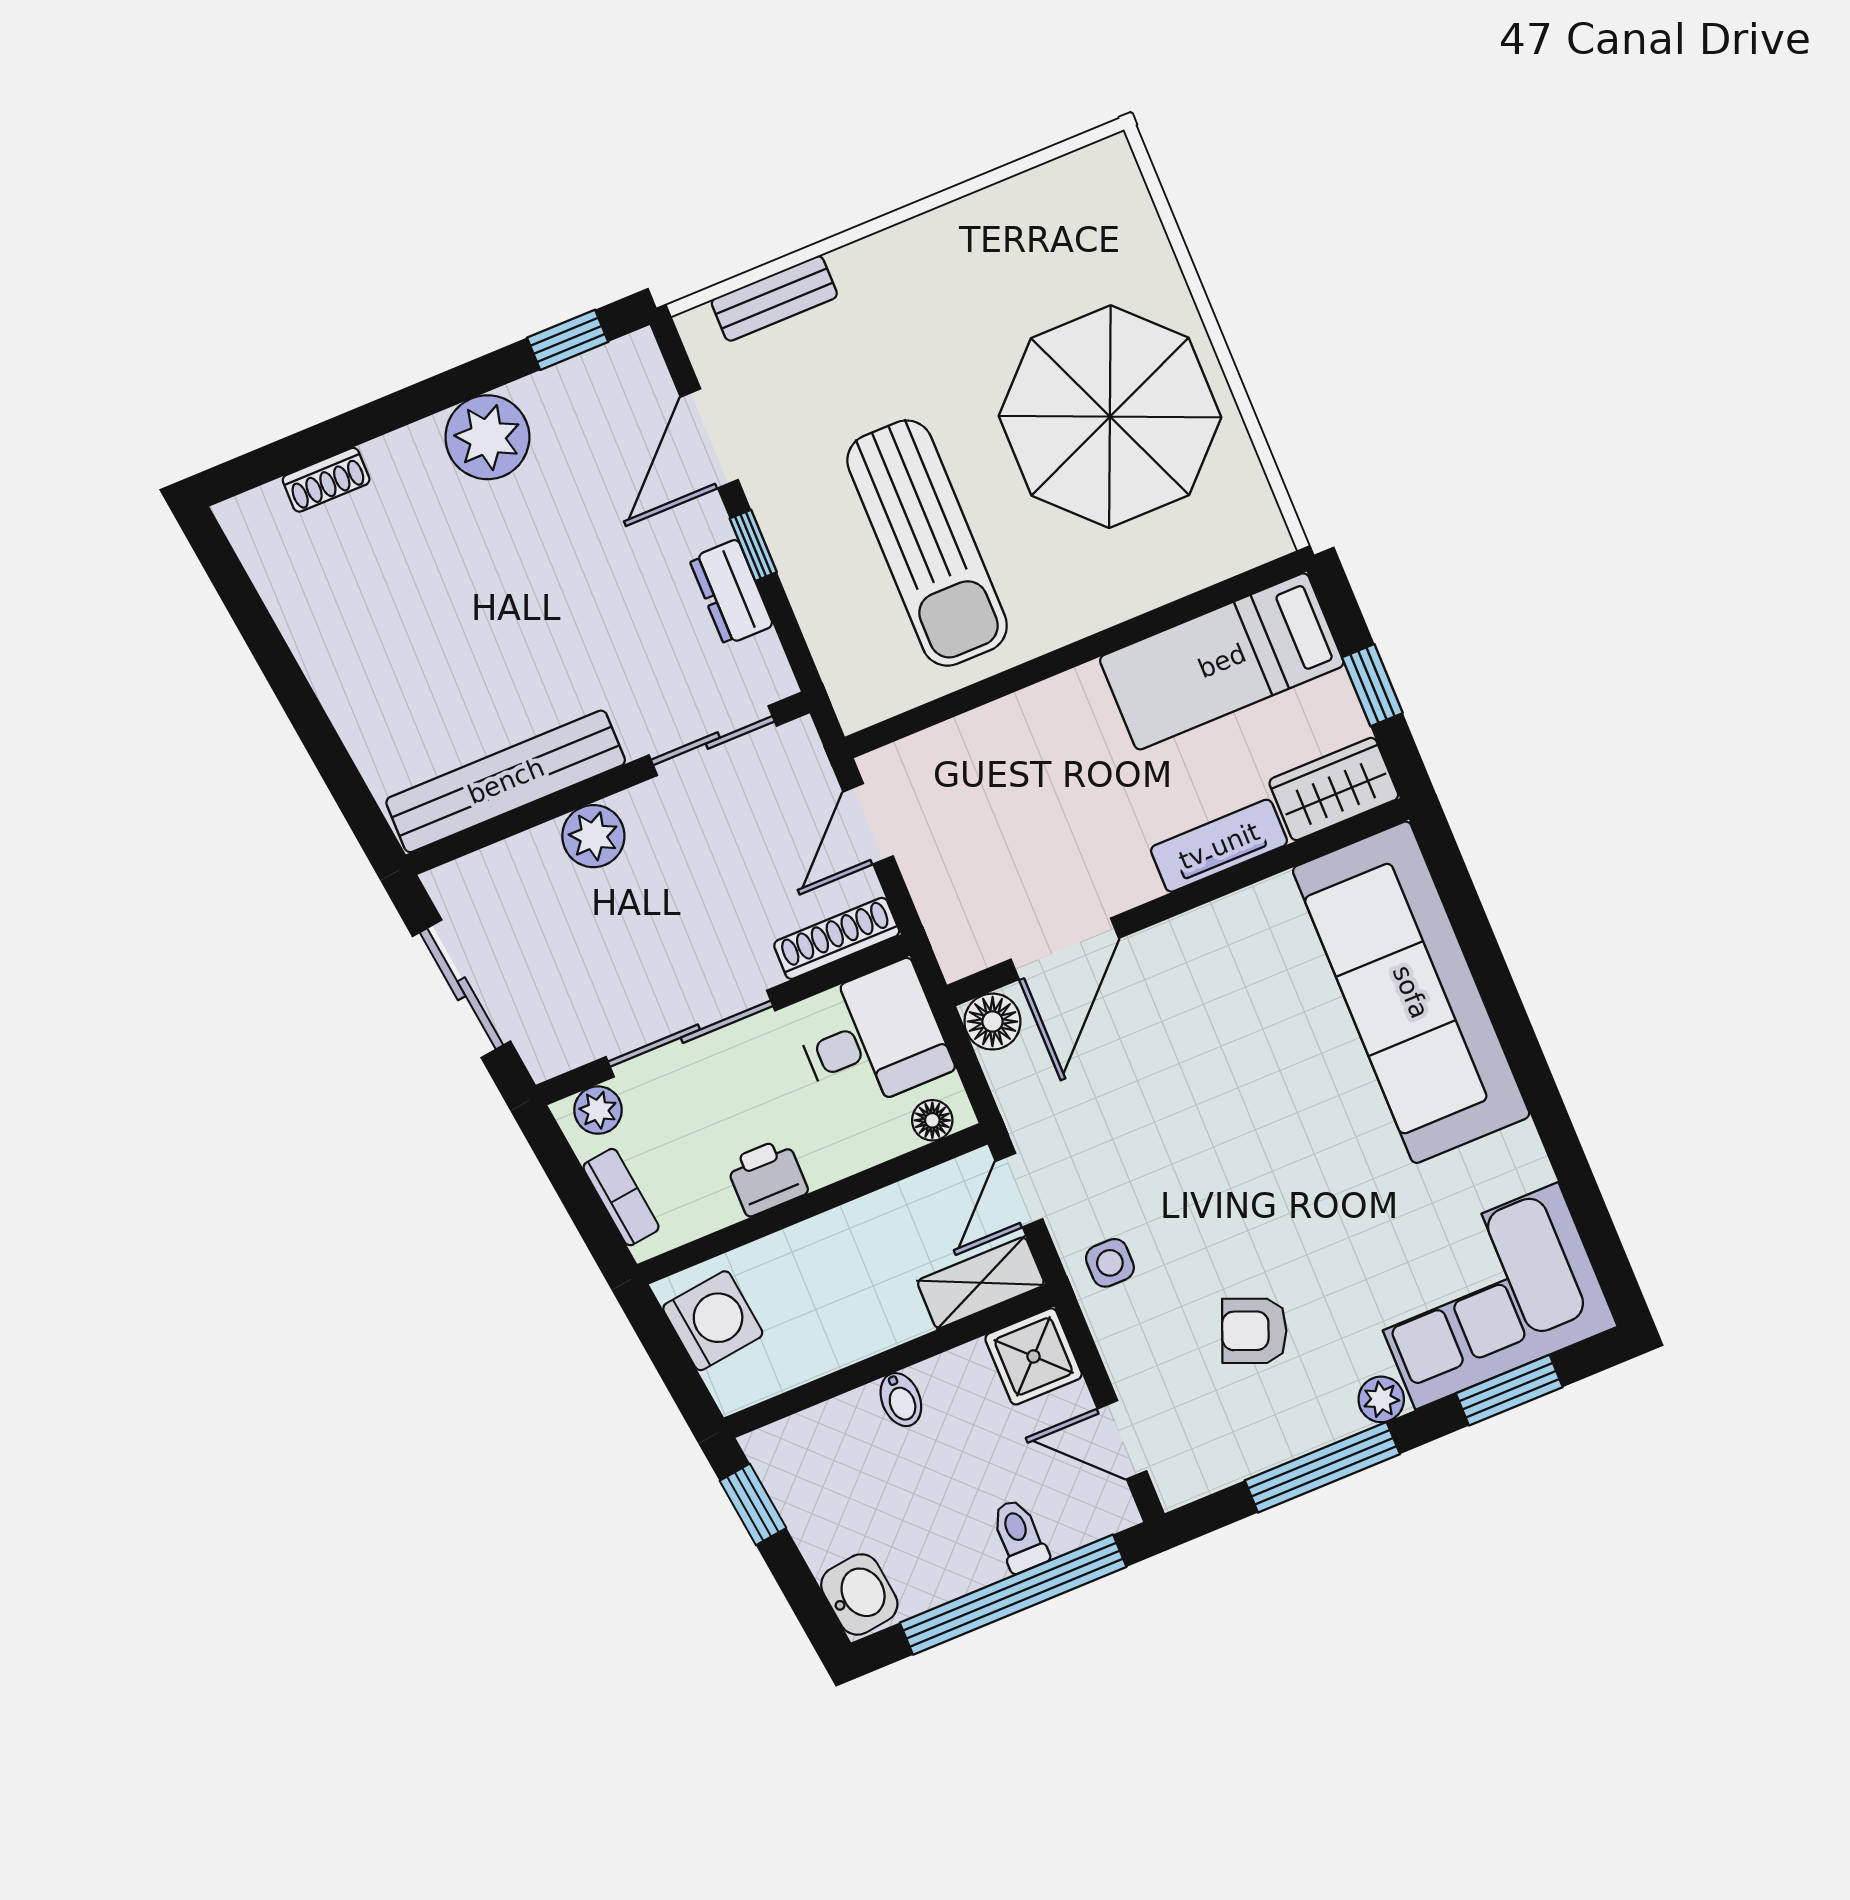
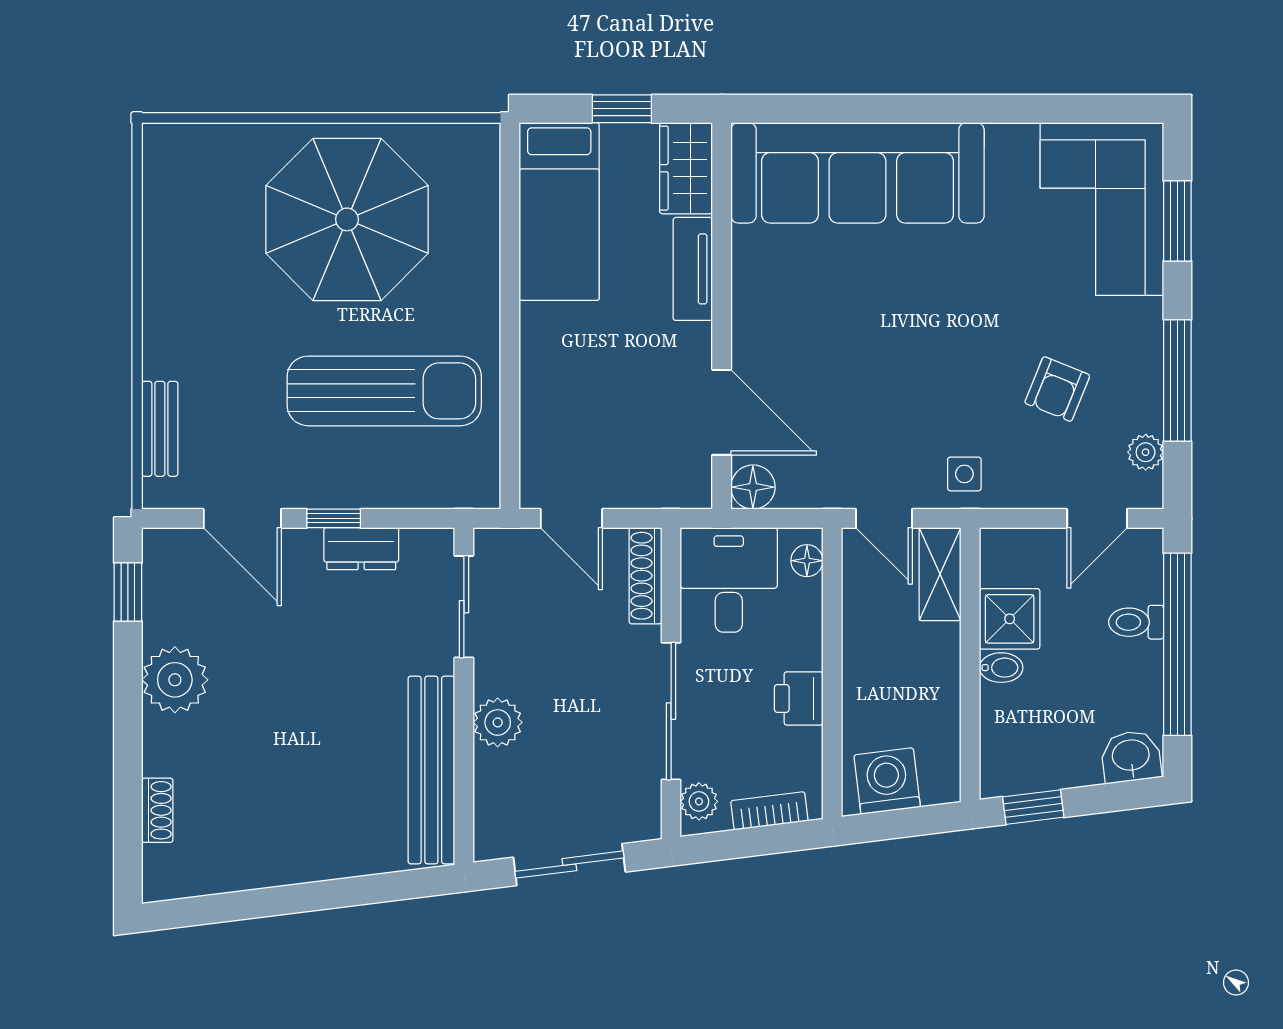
shower: (1034, 1356) -> (1010, 619), moved
plant: (1381, 1399) -> (1146, 452), moved

